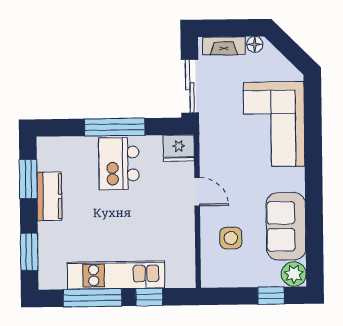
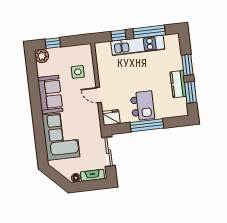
sofa: (286, 226) -> (50, 95), moved
window: (29, 252) -> (187, 65), moved

